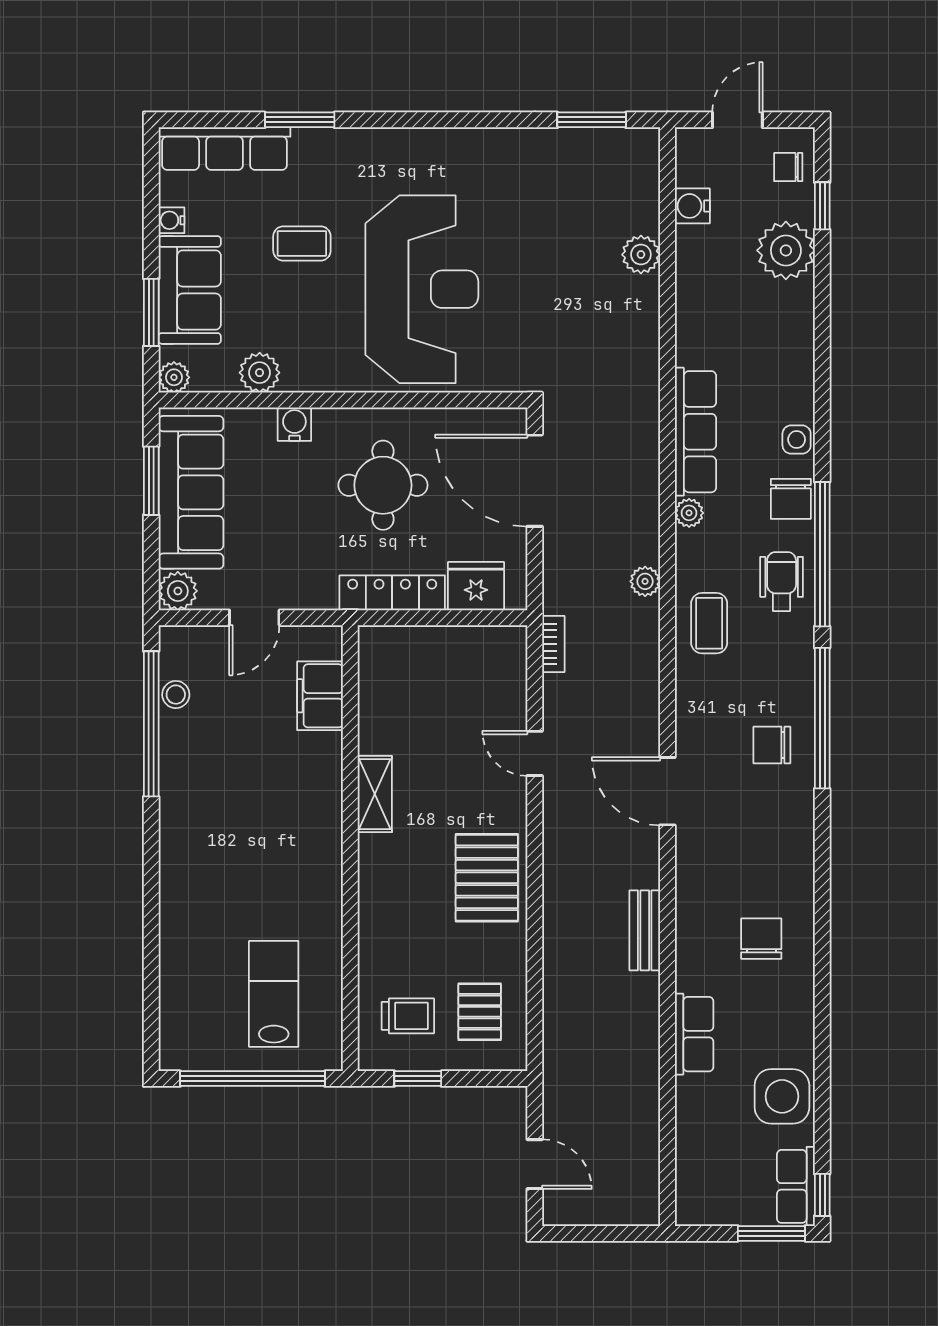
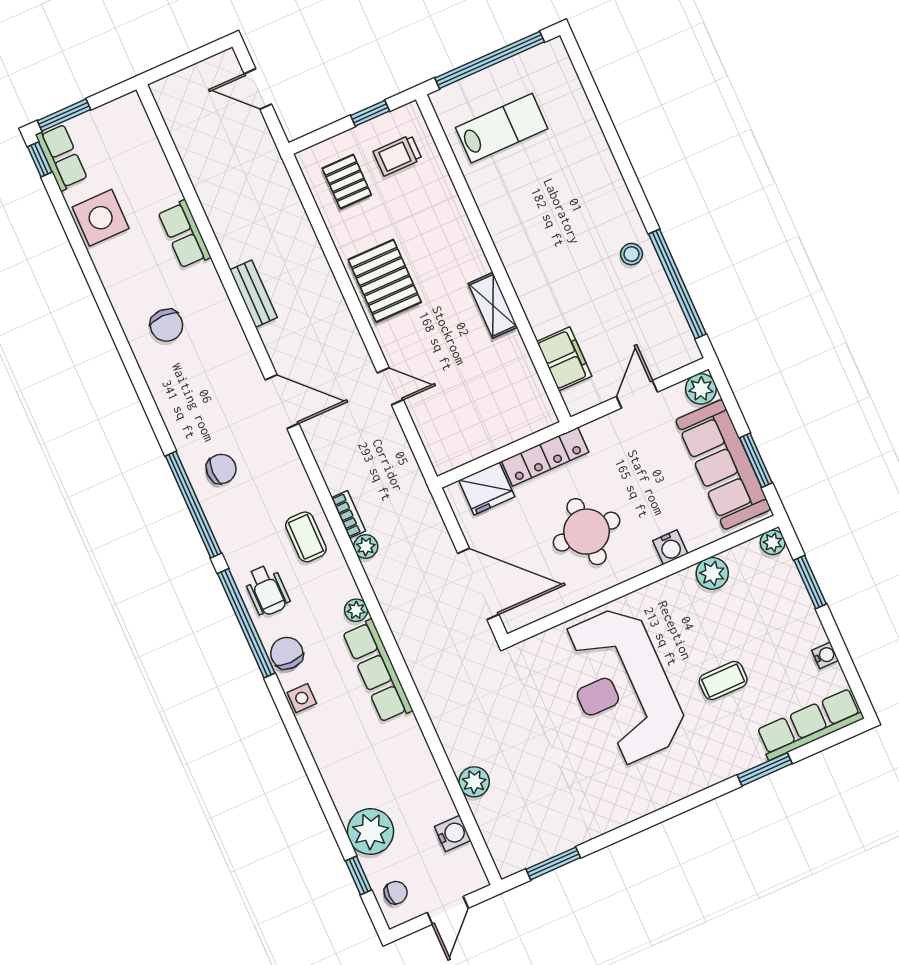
sofa: (190, 290) -> (789, 611), removed
bookcase: (553, 644) -> (348, 514), moved, turned 180
stool: (176, 695) -> (631, 254), moved
lab bench: (274, 994) -> (502, 128), turned -90

